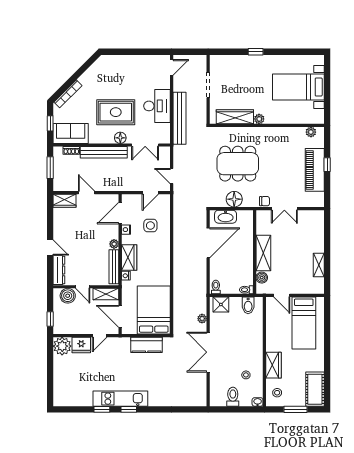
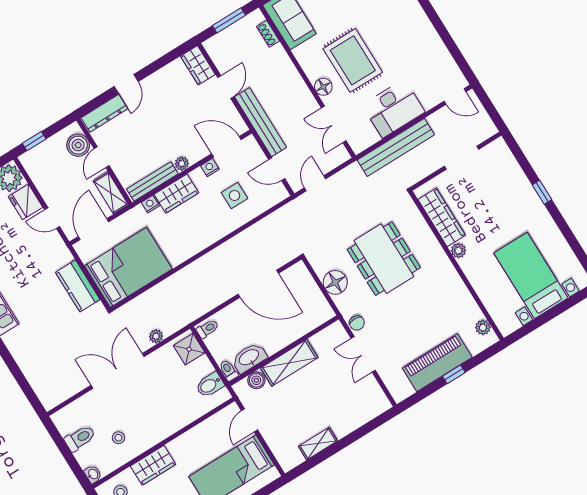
bench: (104, 152) -> (260, 122), moved
washbasin: (226, 217) -> (249, 358), moved, turned 90

